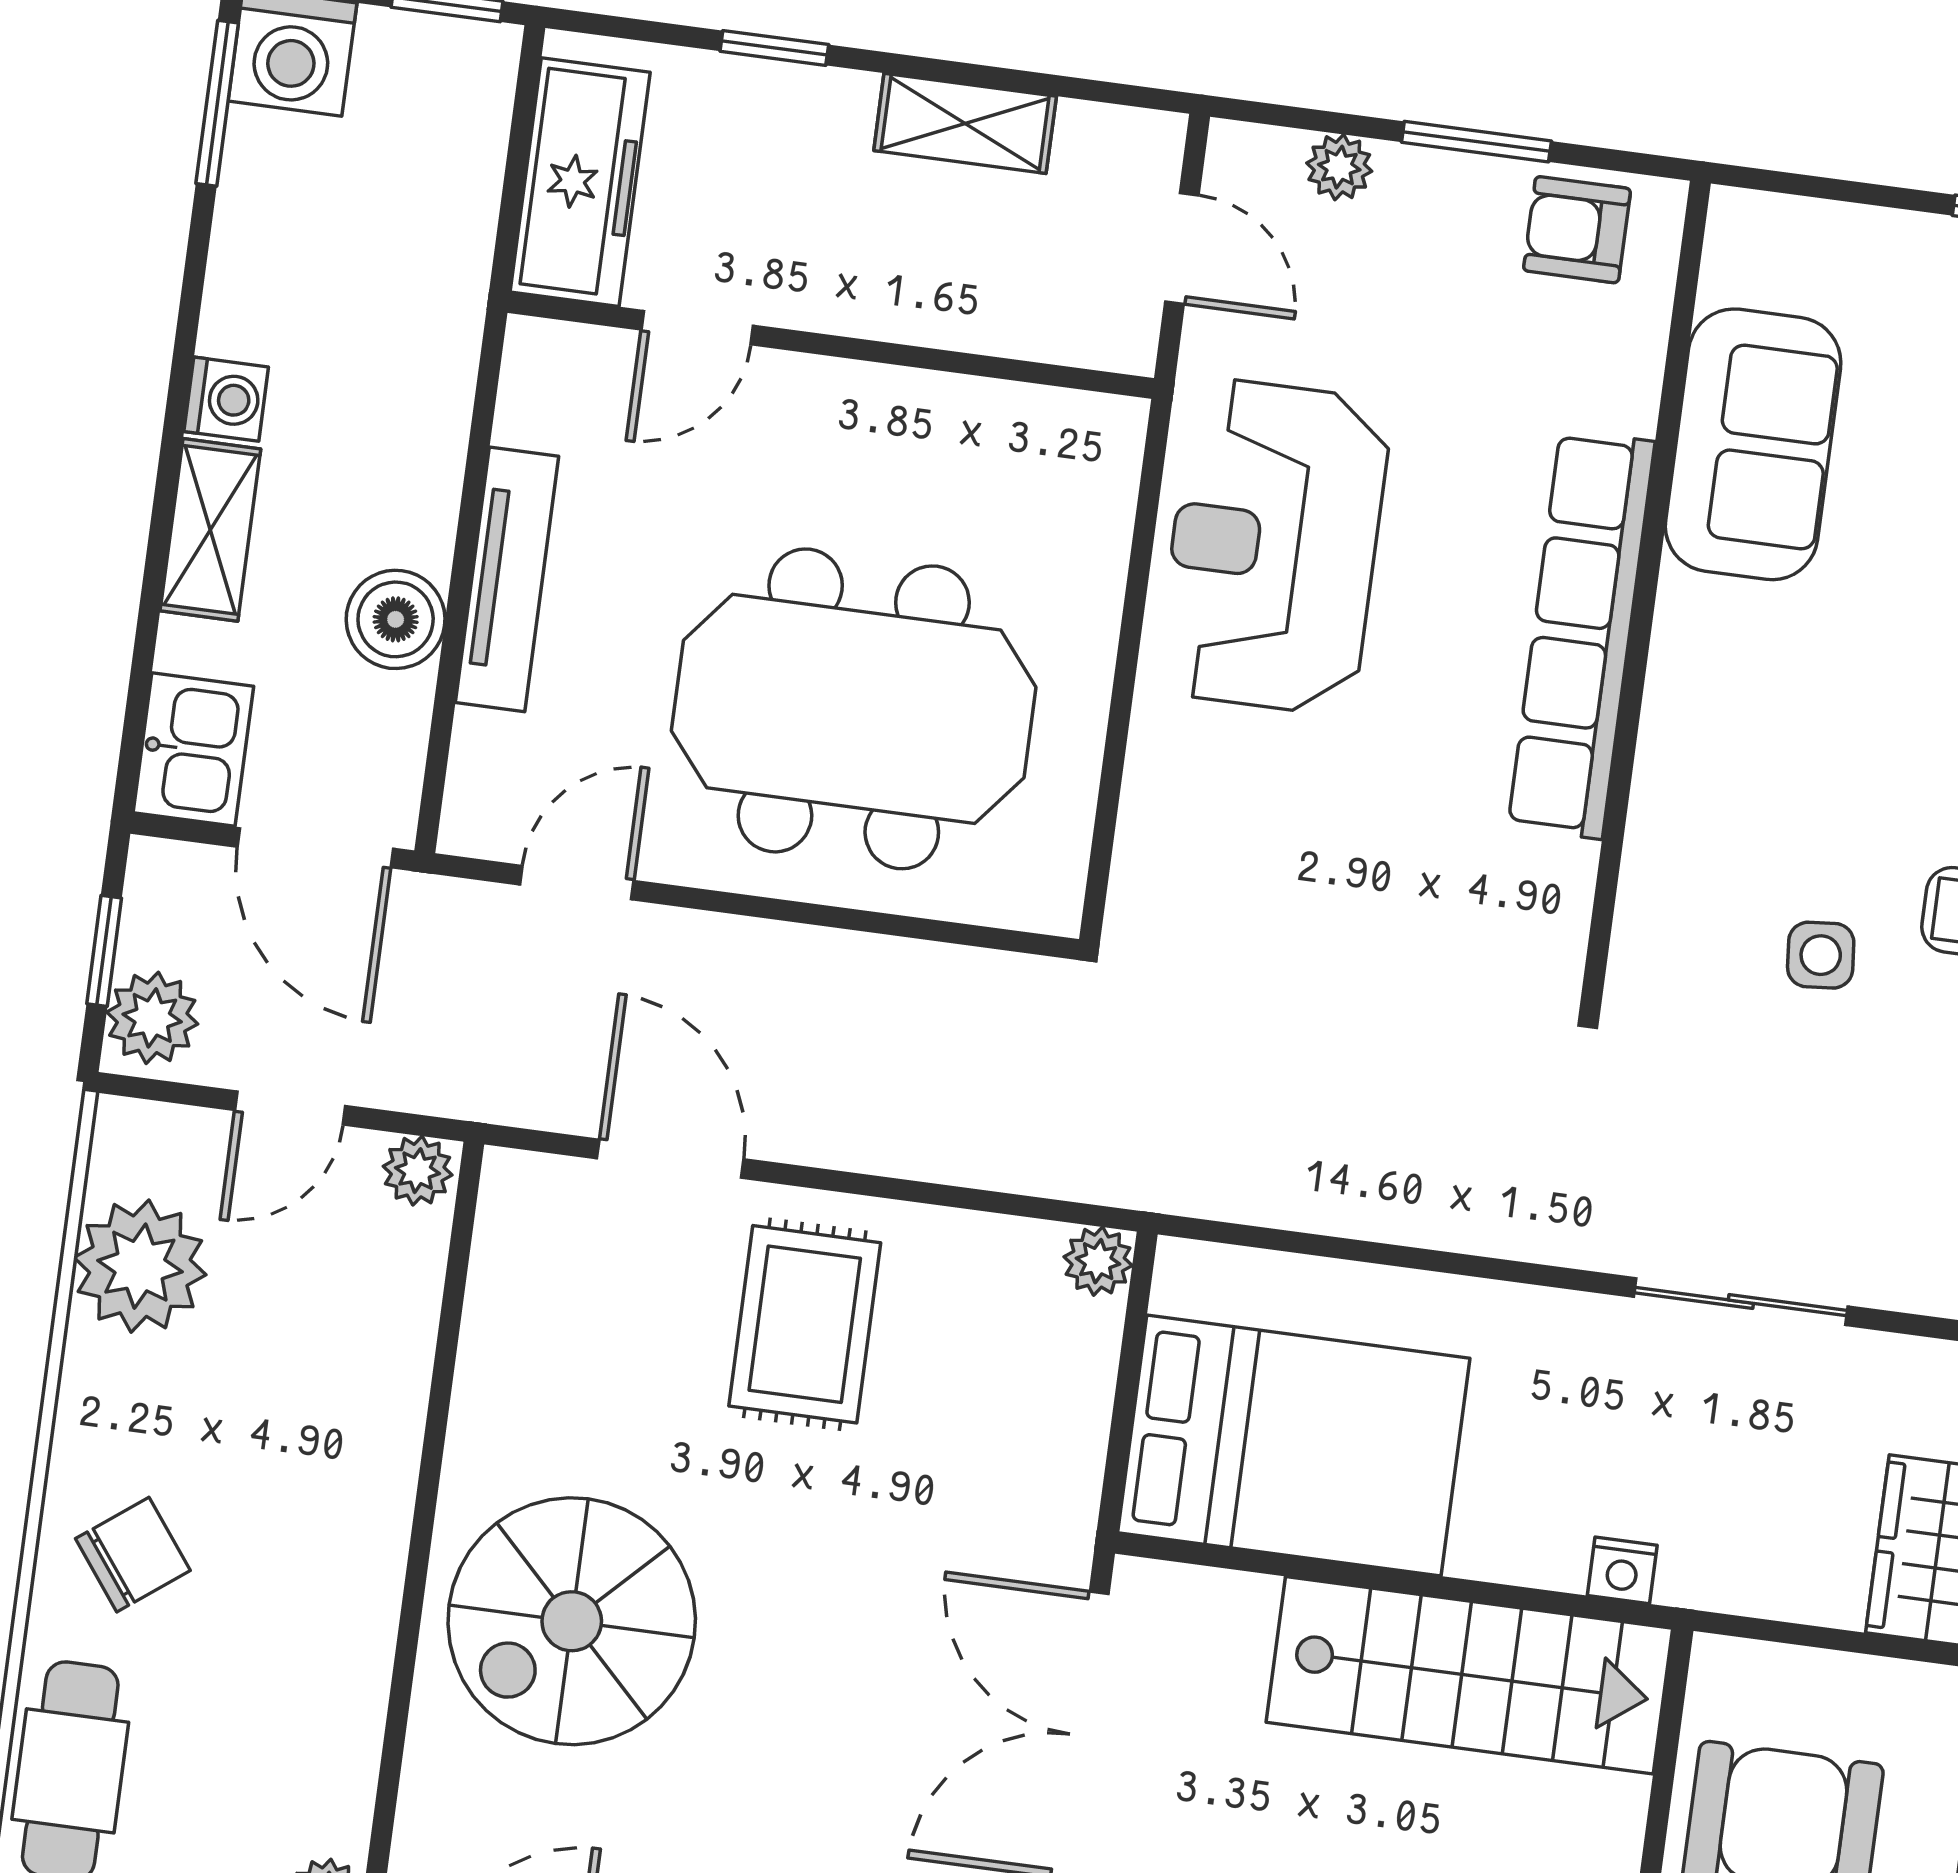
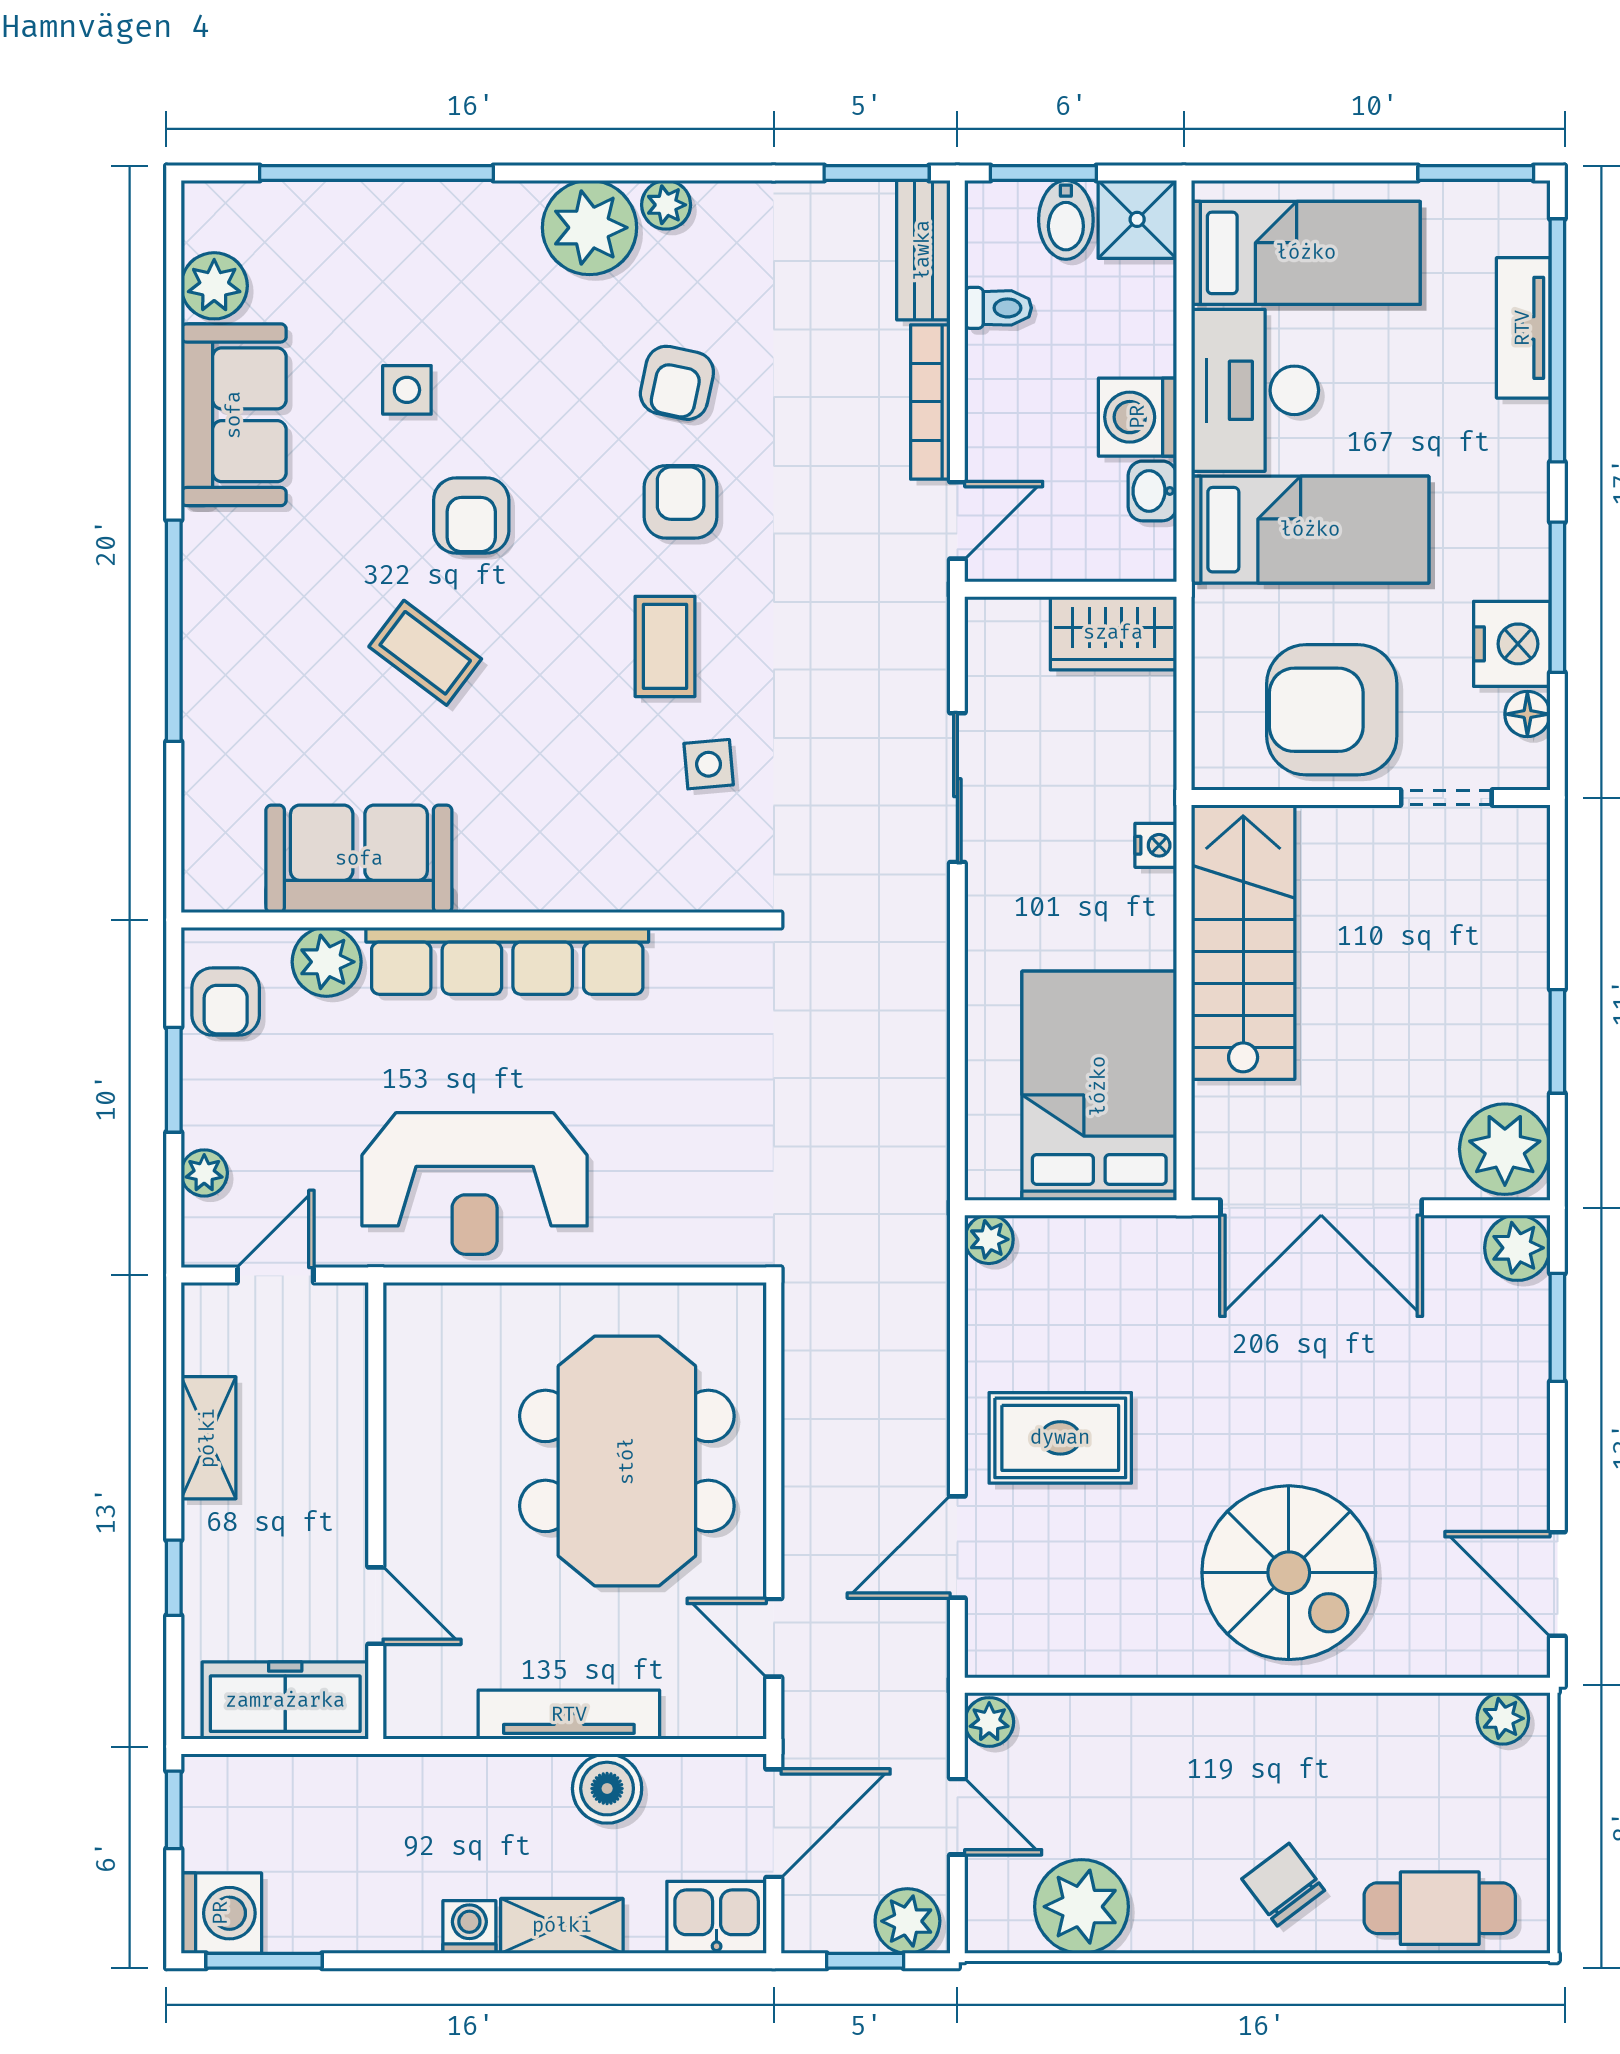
plant: (1614, 379) -> (327, 962), added

